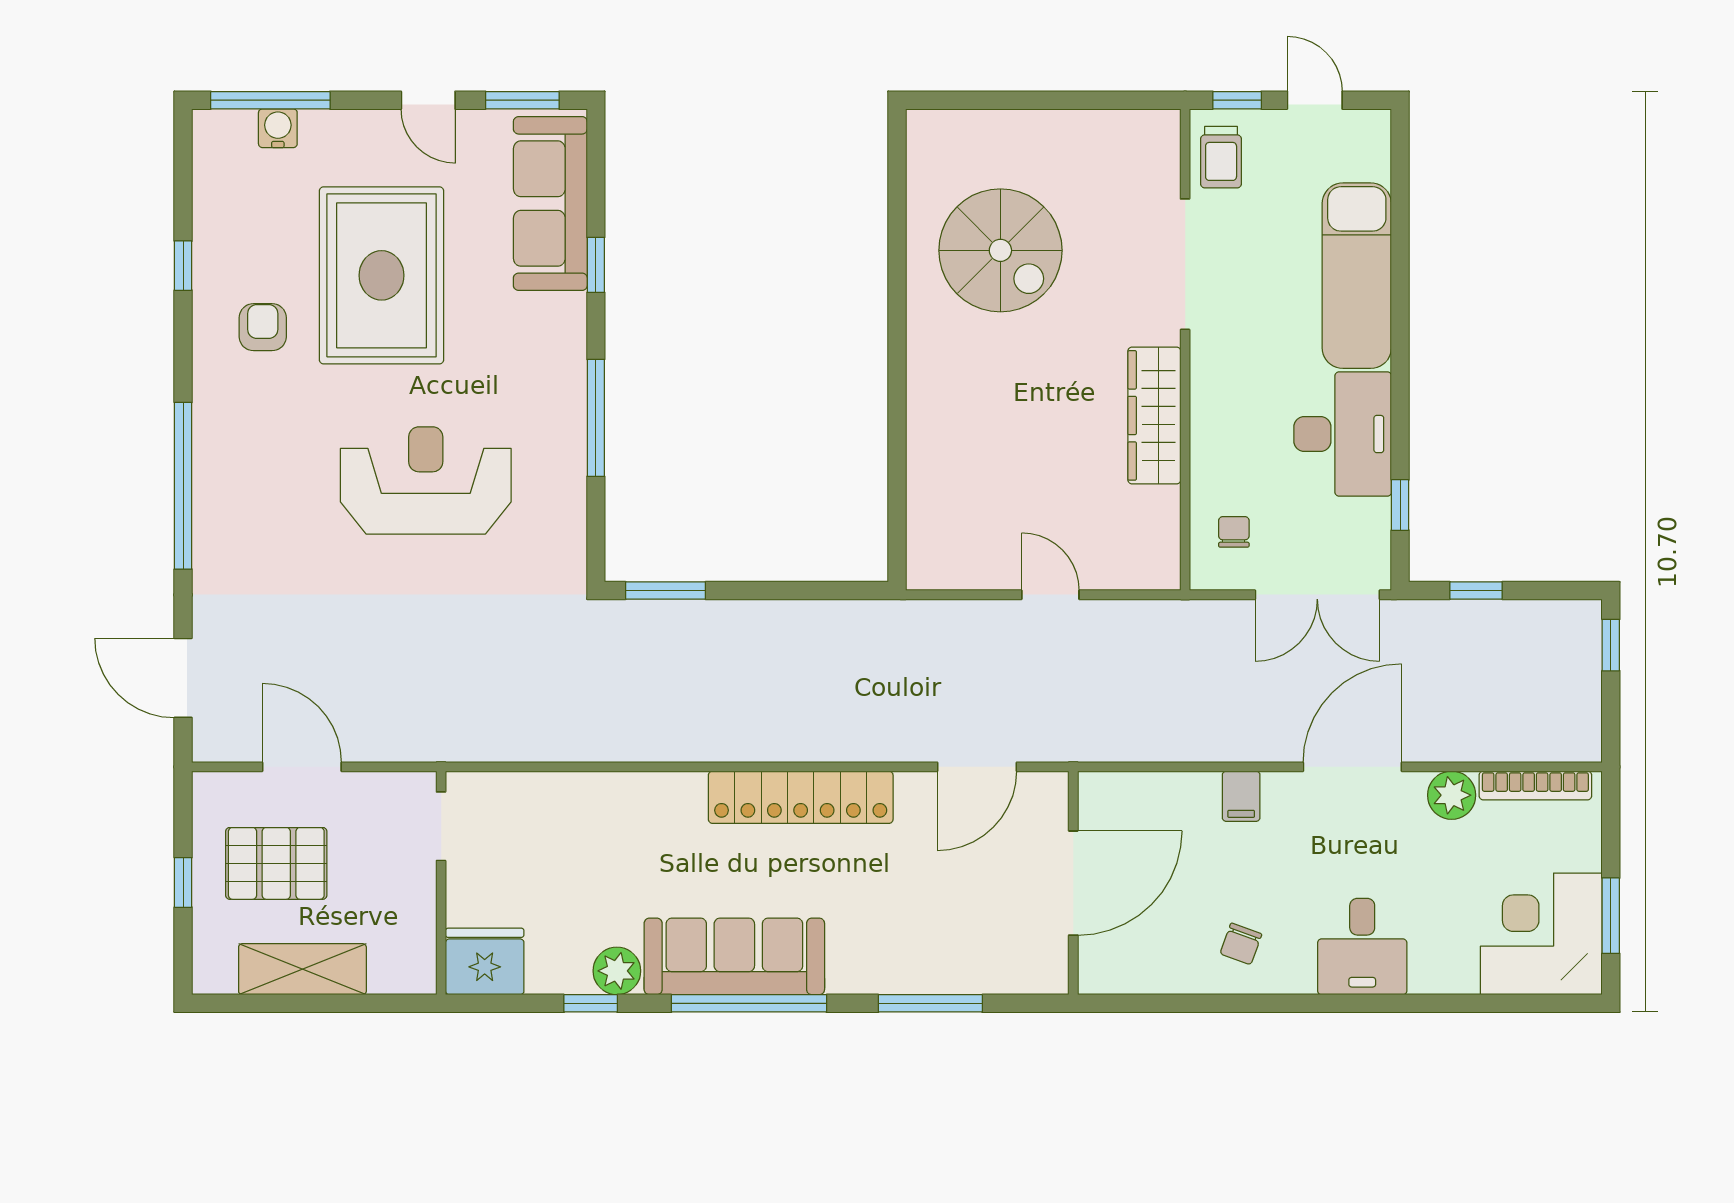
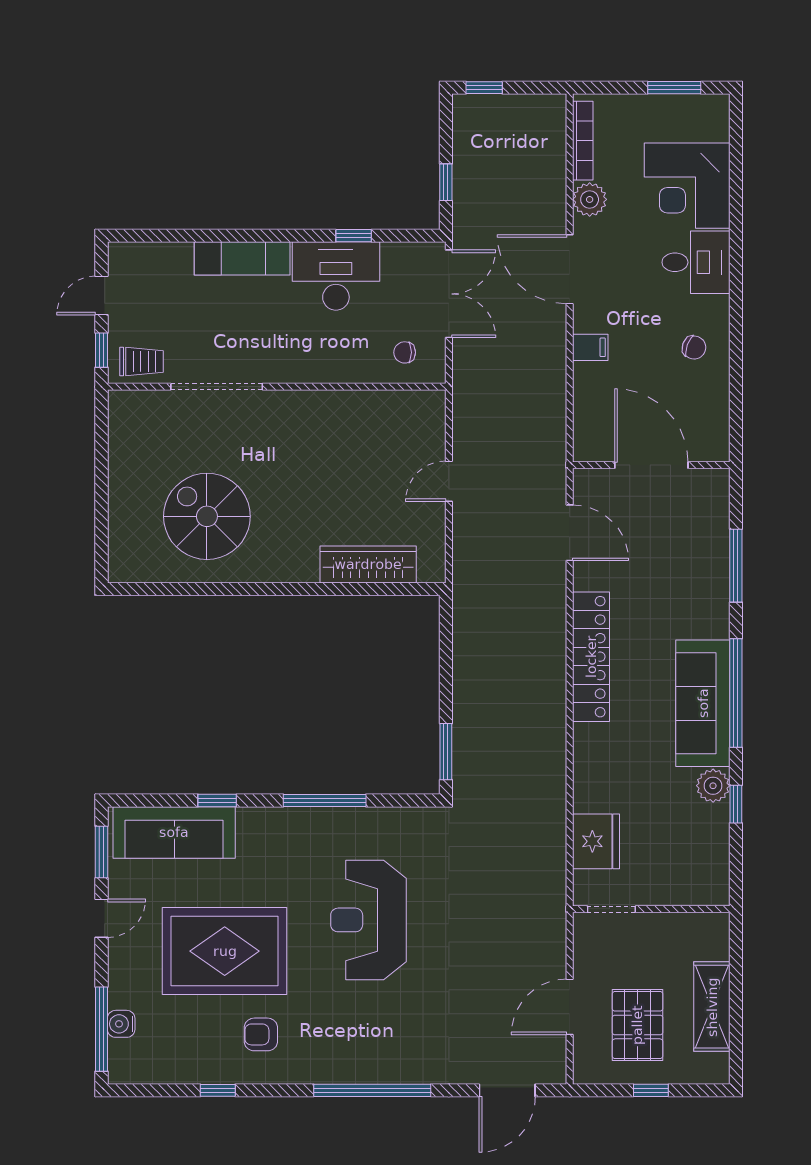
spiral stairs: (1000, 250) -> (207, 516), turned -90
exam couch: (1357, 276) -> (242, 258), width x0.73, depth x0.69
wardrobe: (1154, 415) -> (368, 564), moved, turned 180
window: (1400, 505) -> (354, 236), moved
corner desk: (1541, 934) -> (687, 186), moved
fridge: (485, 961) -> (596, 841), moved, turned 180

